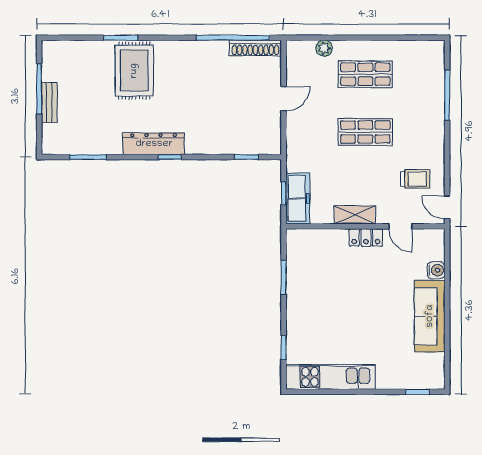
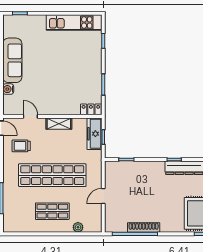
shoe rack: (255, 48) -> (144, 227), moved
shop shelf: (365, 132) -> (52, 175), width x2.00, depth x1.36
locker: (366, 237) -> (91, 109), moved

